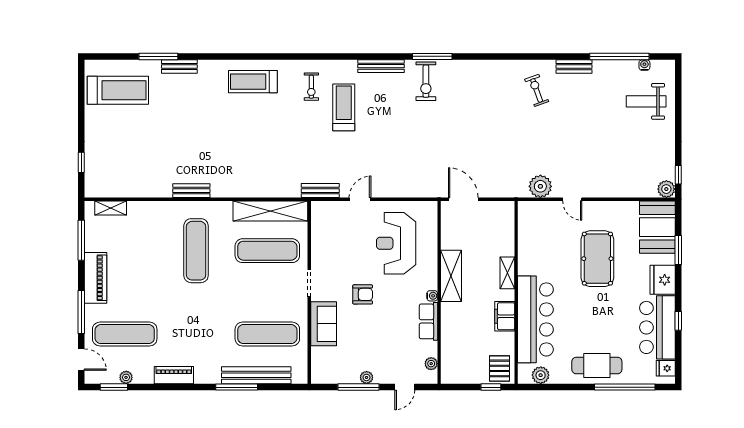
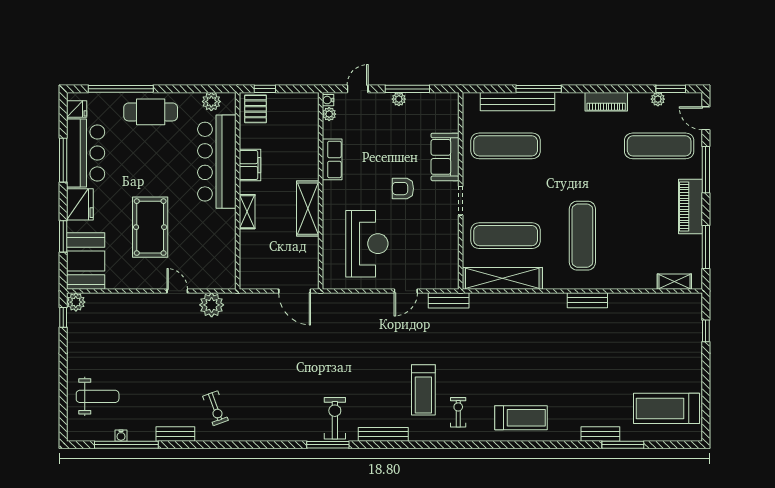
water cooler: (644, 65) -> (121, 436), moved
water cooler: (432, 296) -> (328, 100), moved
window: (678, 321) -> (63, 160), width x2.17

